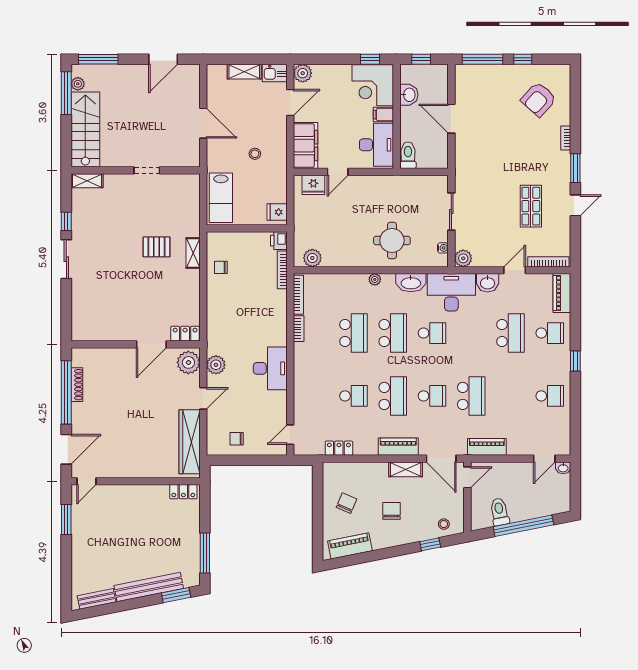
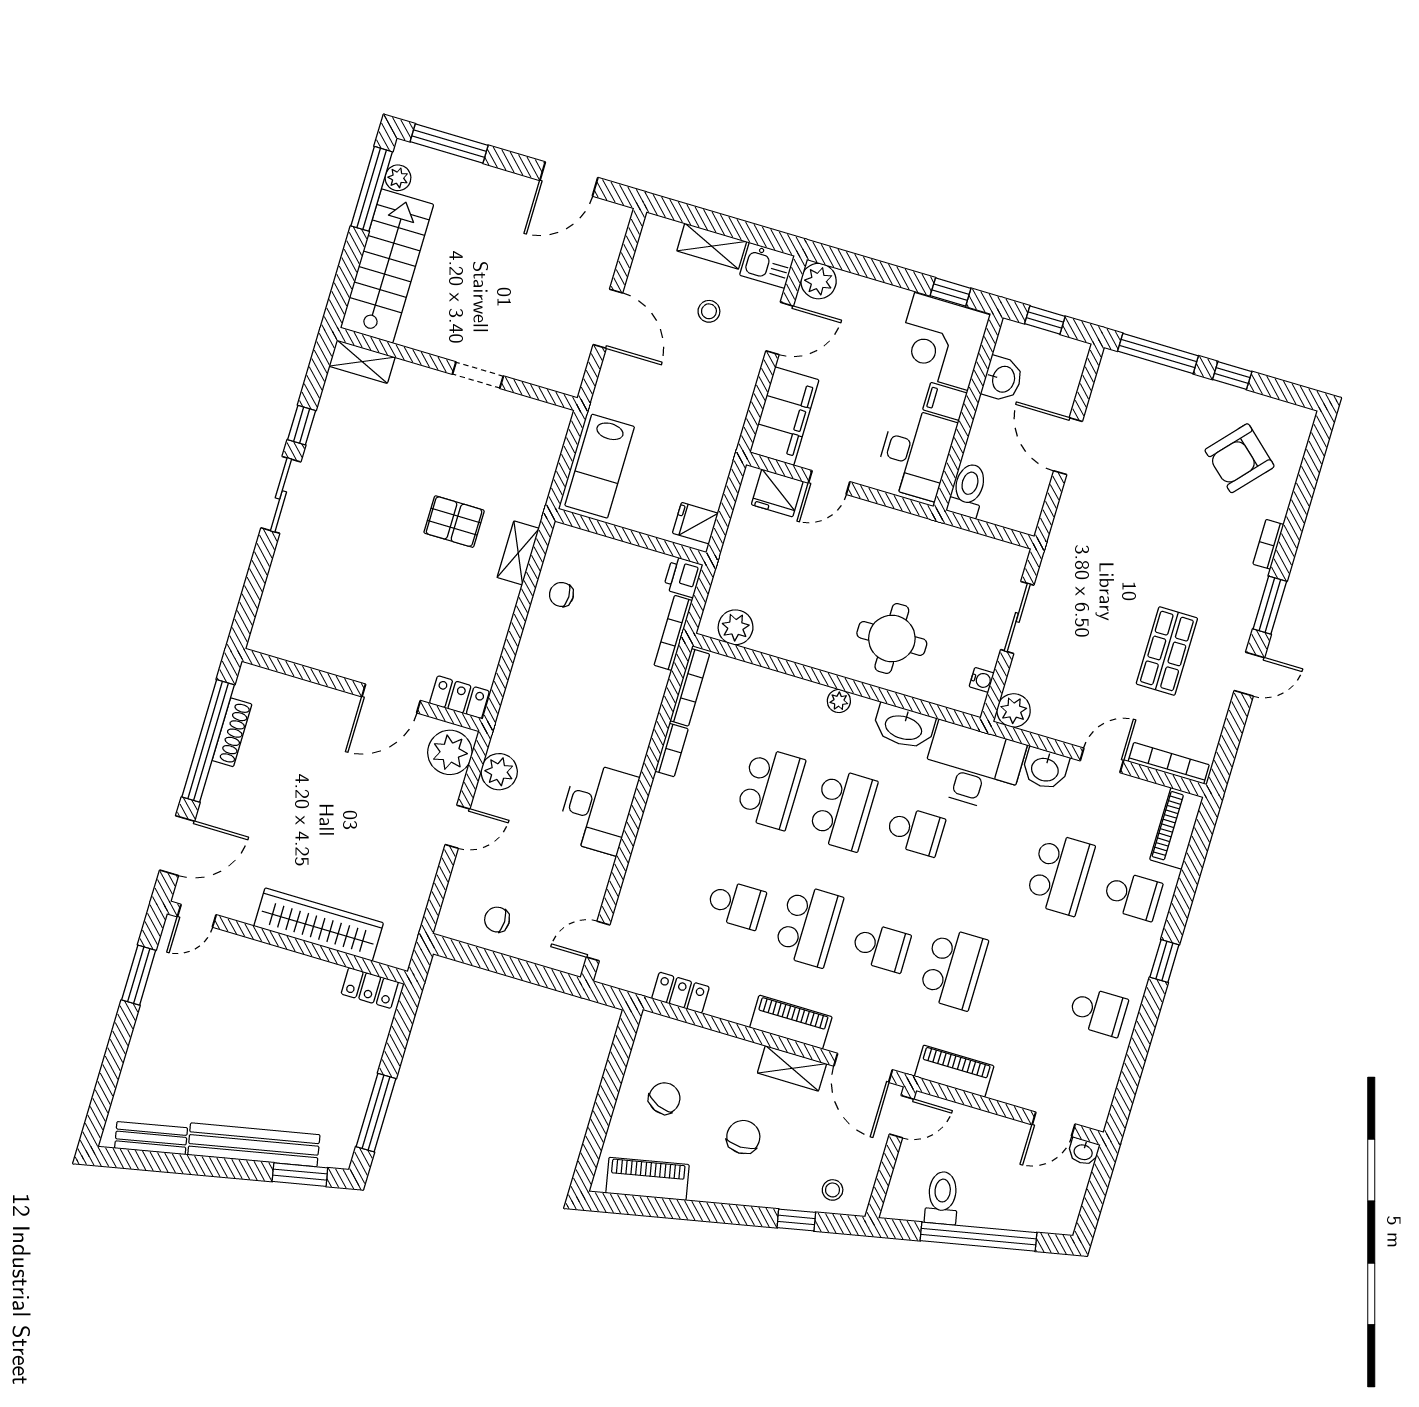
stool: (255, 154) -> (709, 311), moved
wardrobe: (190, 442) -> (319, 925), moved, turned 90

